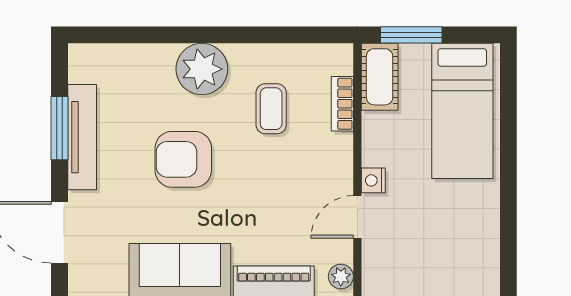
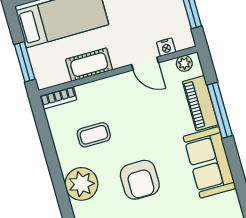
cot: (380, 77) -> (89, 65), moved
bookcase: (342, 104) -> (58, 98), moved
nightstand: (373, 180) -> (166, 47), moved

